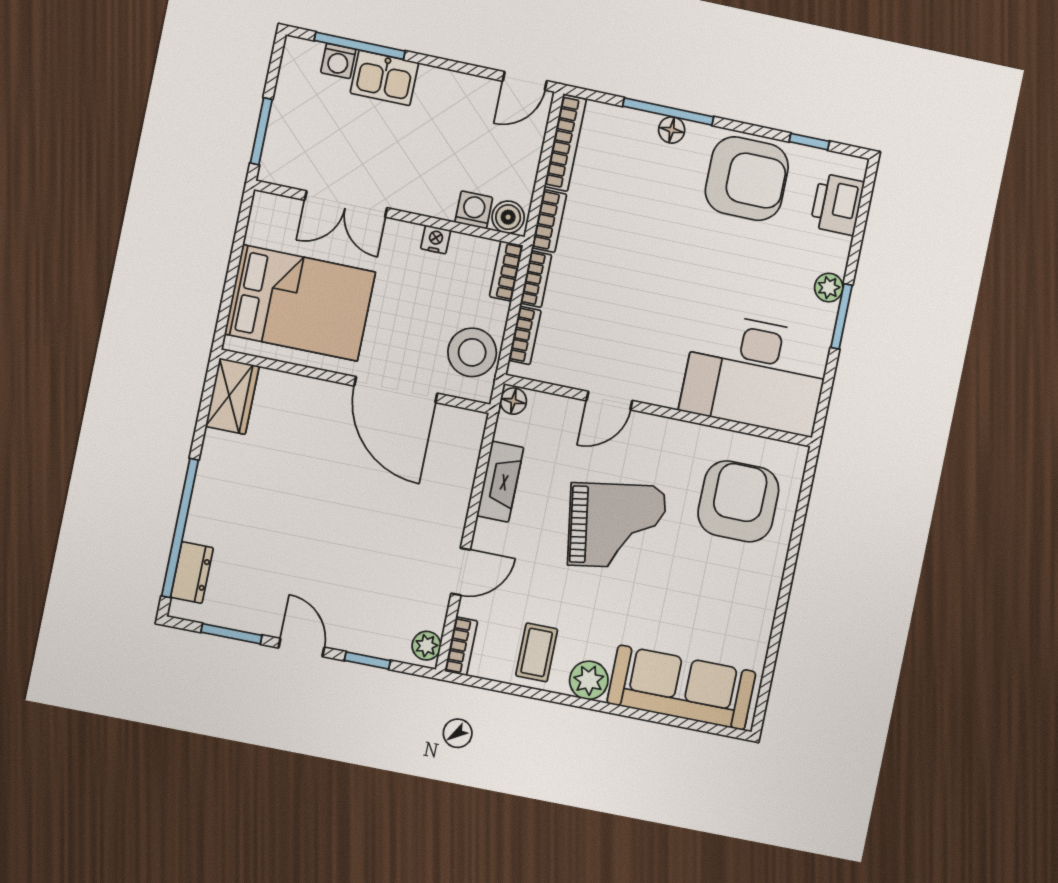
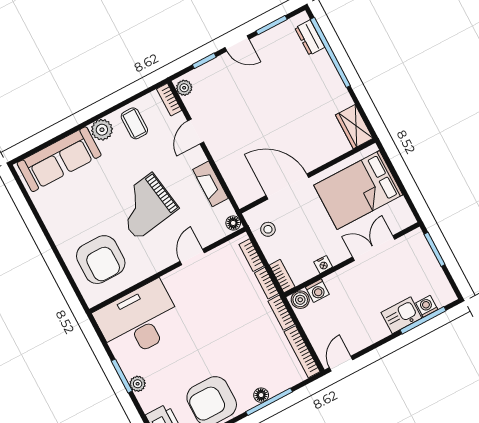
stool: (472, 352) -> (268, 229), width x0.53, depth x0.53

